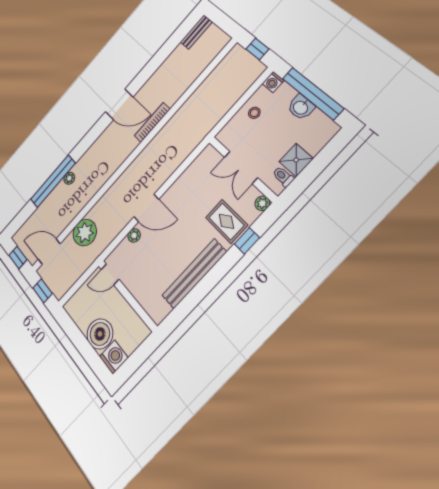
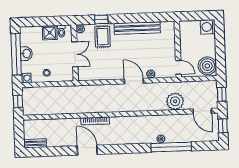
door: (119, 104) -> (87, 150), moved
boiler: (100, 334) -> (207, 66), moved

